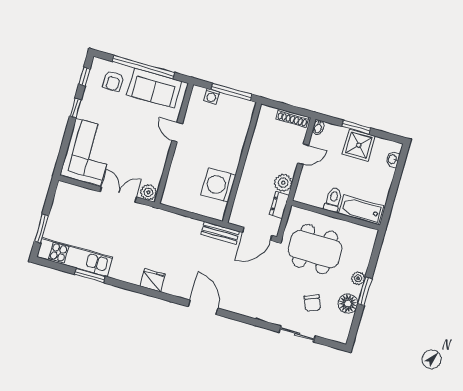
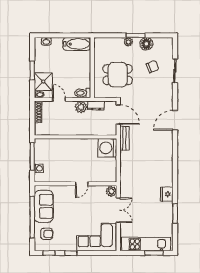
door: (177, 132) -> (82, 184), moved
shower: (359, 145) -> (43, 82), moved
washing machine: (219, 185) -> (107, 148), moved, turned 90
double door: (118, 195) -> (118, 210), swing flipped
toilet: (333, 200) -> (83, 93), moved
bathtub: (361, 210) -> (77, 44), moved, turned -90
dining table: (315, 249) -> (118, 75), width x0.73
kitchen unit: (75, 257) -> (146, 244), moved, turned 90
fridge: (153, 280) -> (167, 194), moved
door: (203, 307) -> (175, 120), moved

